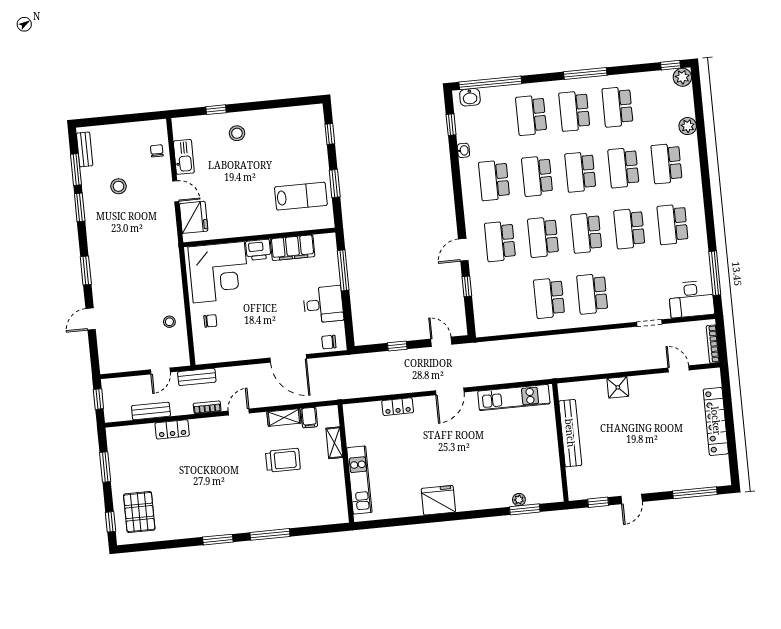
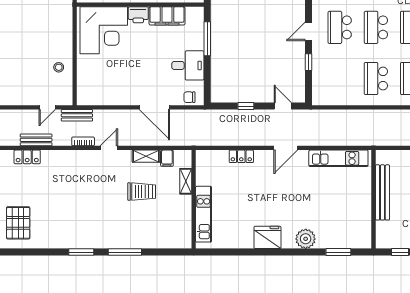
chair: (210, 321) -> (93, 70), removed
locker: (172, 429) -> (27, 157), moved
plant: (519, 500) -> (306, 239), moved, width x1.88, depth x1.88

